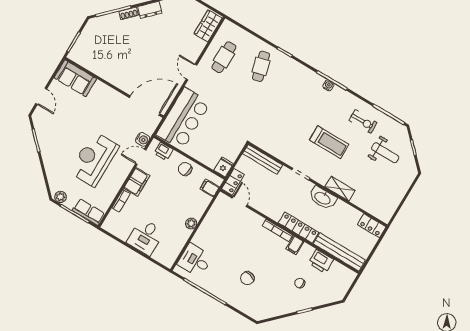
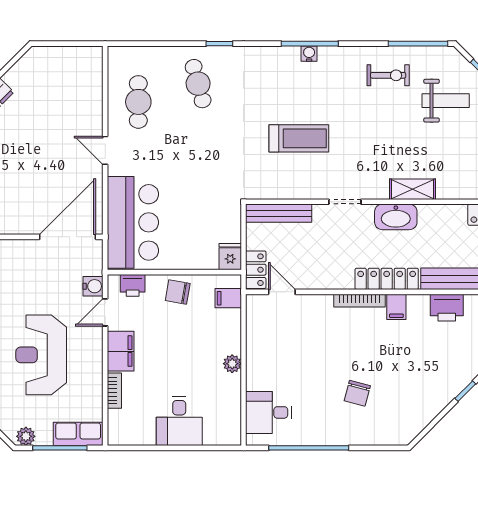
wardrobe: (208, 26) -> (89, 71), removed
treadmill: (329, 142) -> (299, 138), moved
chair: (300, 283) -> (435, 356), removed

